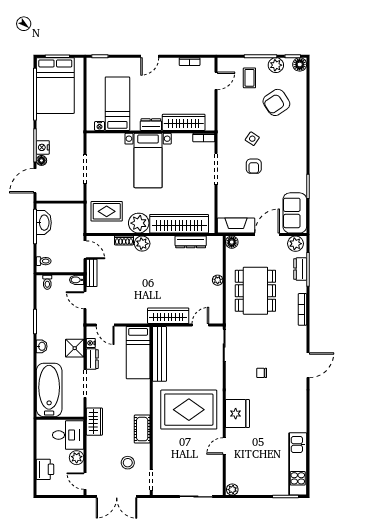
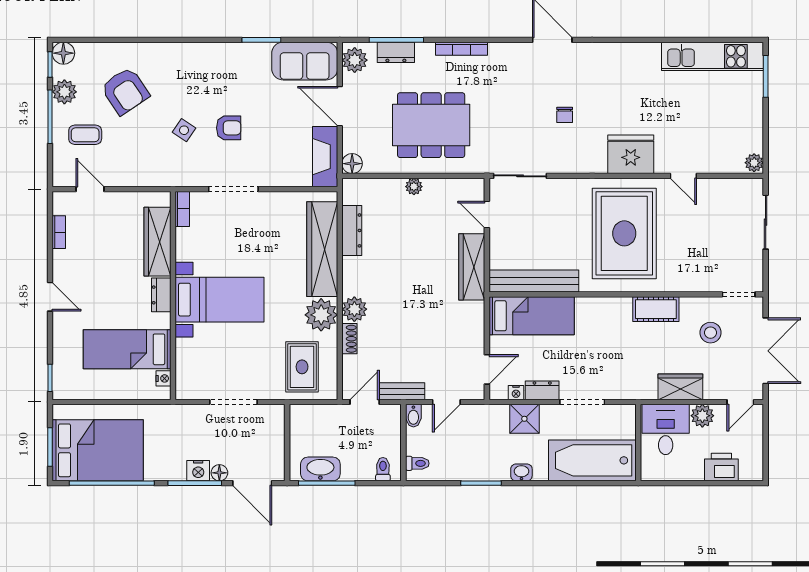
wardrobe: (94, 422) -> (680, 387), moved

